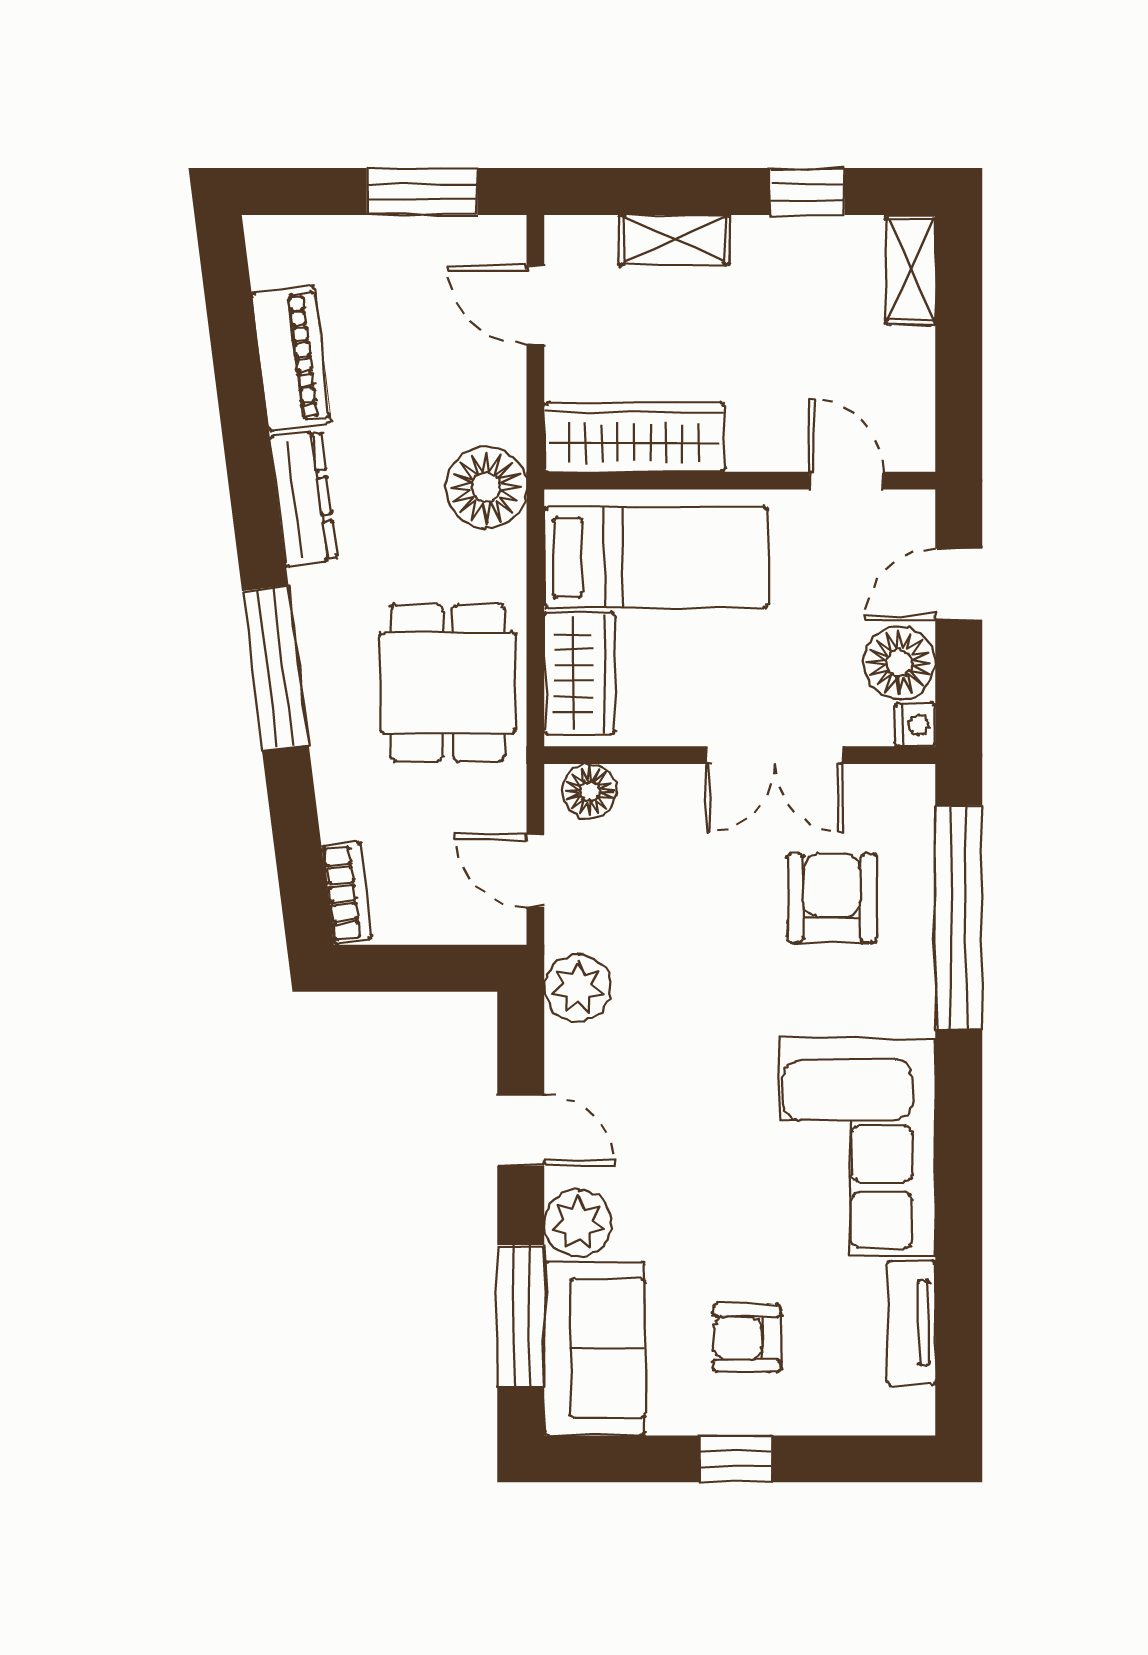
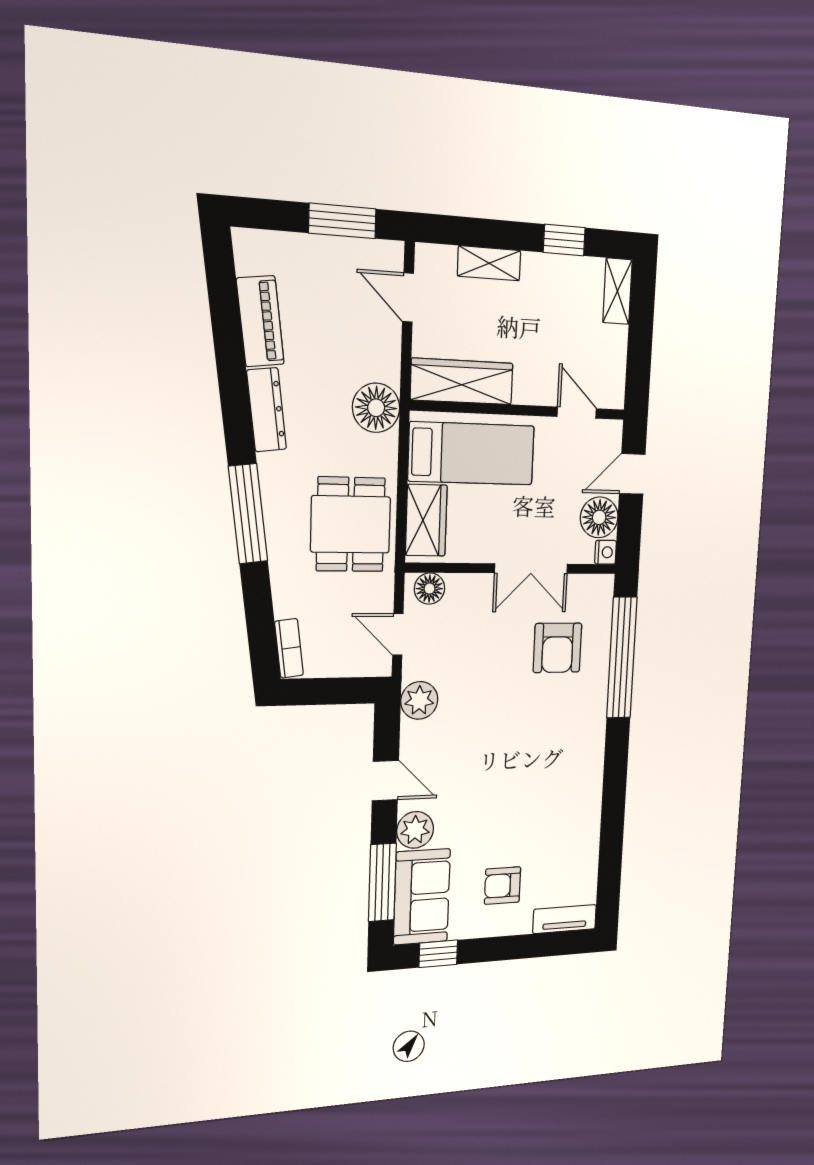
armchair: (832, 898) -> (557, 648), turned 180
corner sofa: (858, 1147) -> (564, 782), removed
tv unit: (912, 1323) -> (565, 919), moved, turned 90
window: (735, 1459) -> (438, 954), moved

